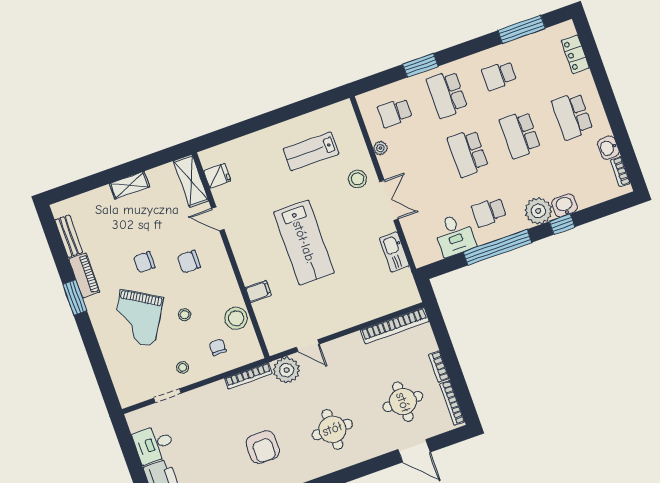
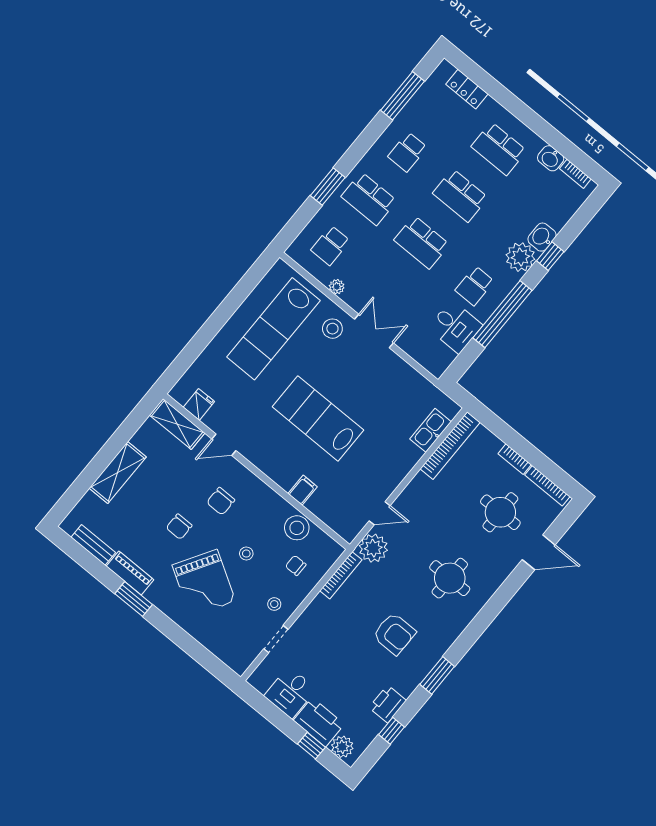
lab bench: (311, 151) -> (273, 329), width x1.86, depth x1.39
shelving: (129, 185) -> (118, 473), width x1.50, depth x1.33
lab bench: (304, 242) -> (318, 418), turned 180
kitchen sink: (394, 252) -> (431, 430), moved, turned 90

